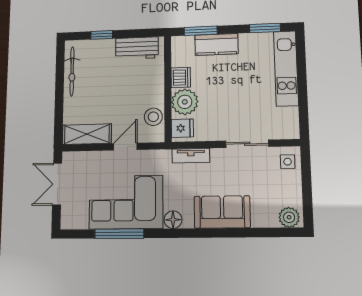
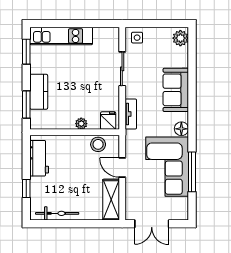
dishwasher: (181, 78) -> (66, 122), removed
plant: (185, 102) -> (81, 124), width x0.53, depth x0.53

